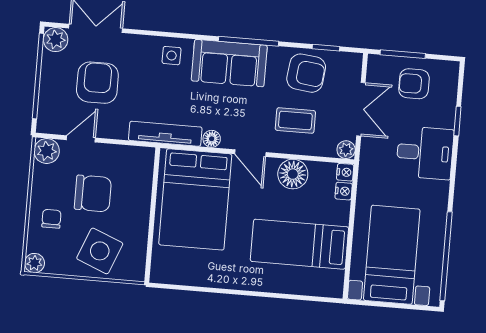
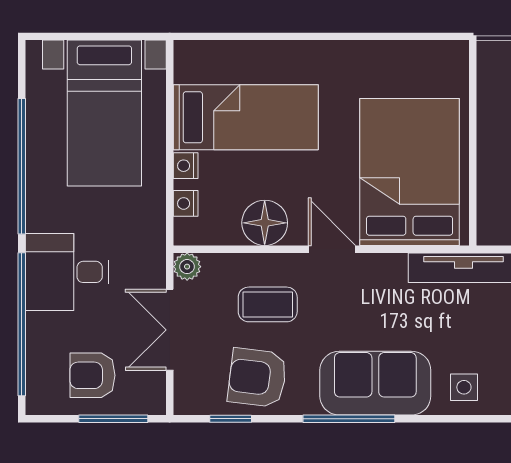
armchair: (414, 84) -> (92, 375), turned 180
window: (457, 121) -> (22, 324), width x3.17
floor lamp: (212, 139) -> (392, 266), removed
nightstand: (345, 172) -> (186, 166), moved
window: (446, 256) -> (22, 166), moved

